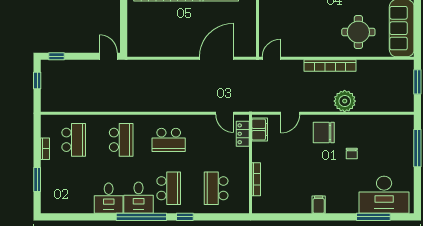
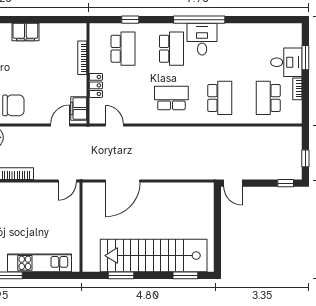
door: (290, 113) -> (60, 125), moved
locker: (243, 134) -> (96, 85), moved
school desk: (121, 140) -> (220, 98), turned 180
school desk: (169, 188) -> (171, 49), turned 180
desk: (109, 198) -> (286, 62), moved, turned 90
filing cabinet: (319, 205) -> (25, 32), width x2.00
window: (185, 217) -> (130, 20), moved

